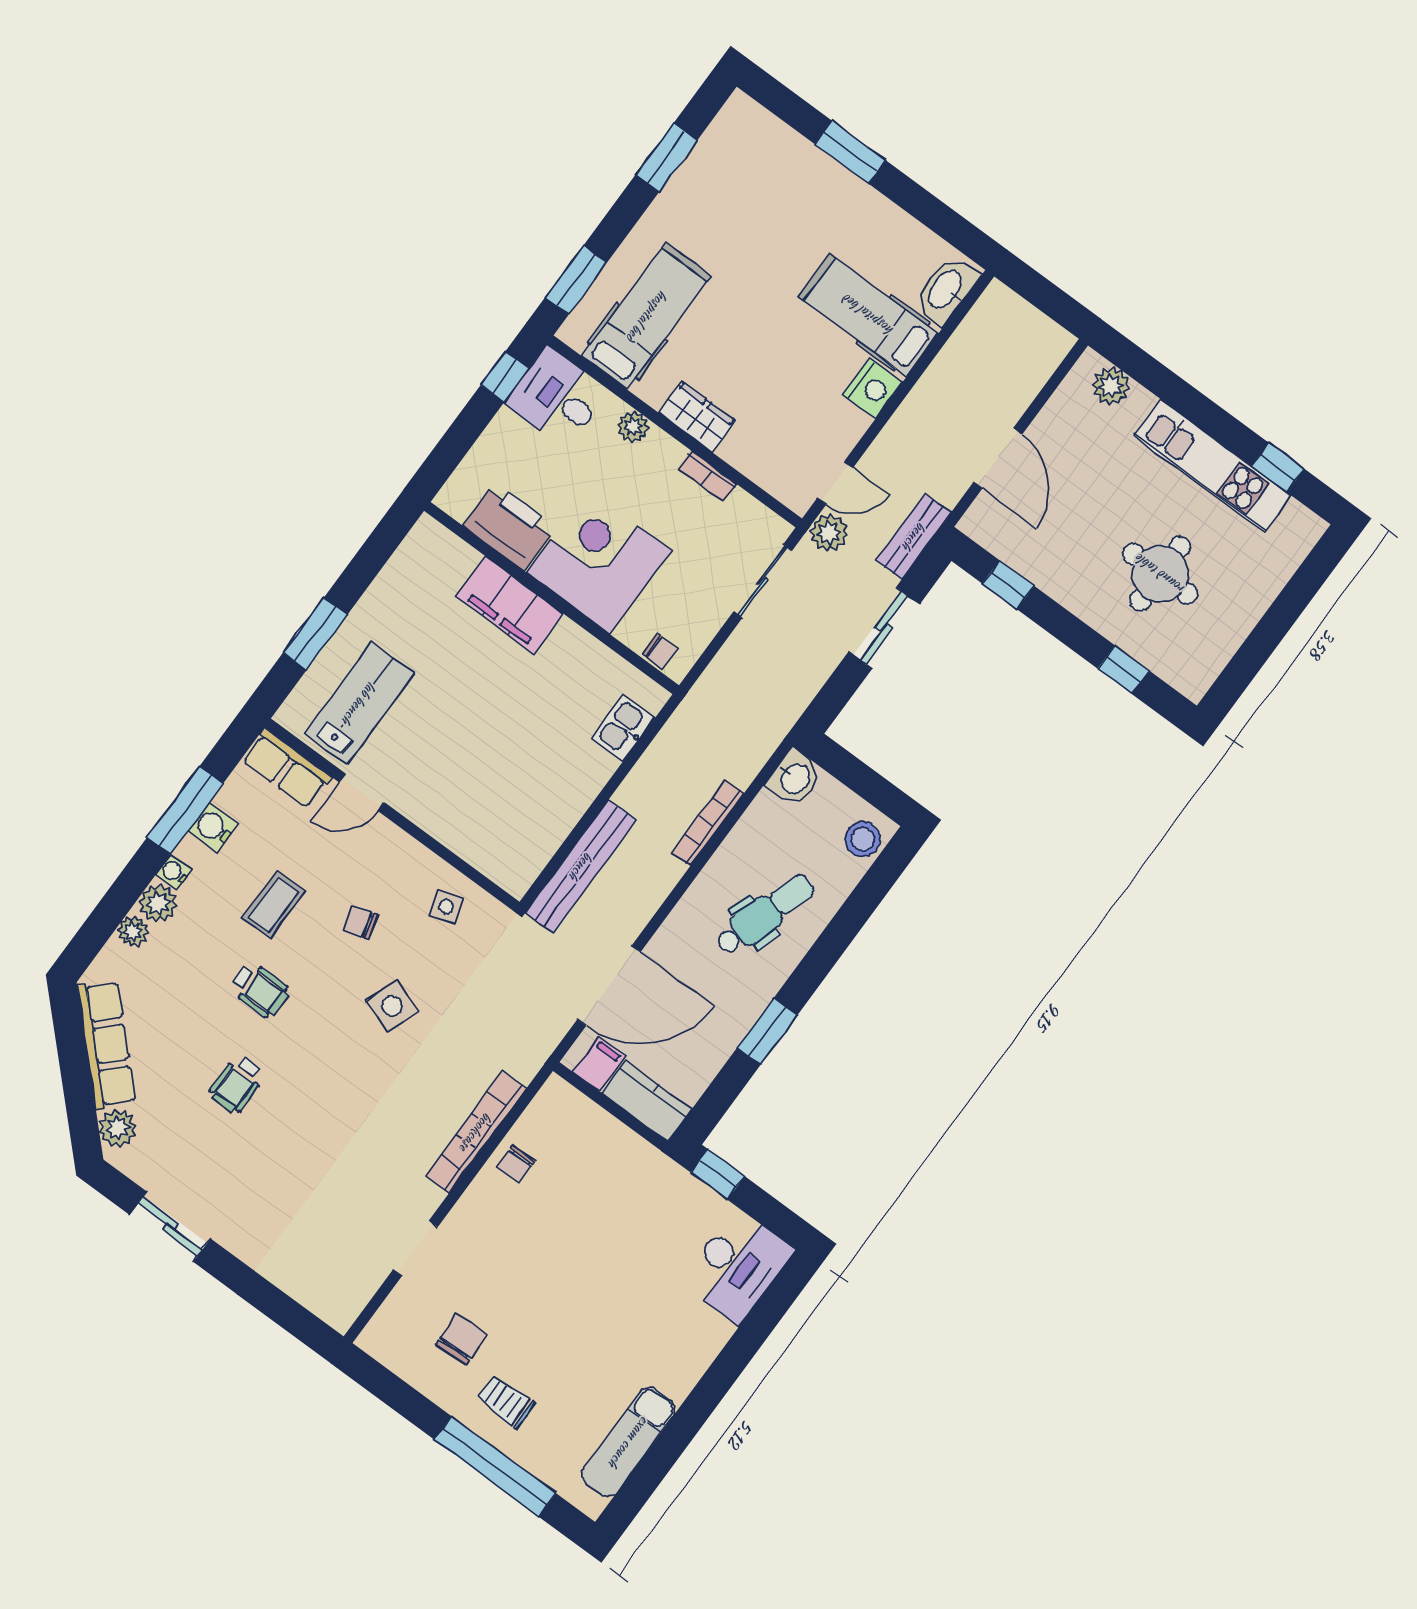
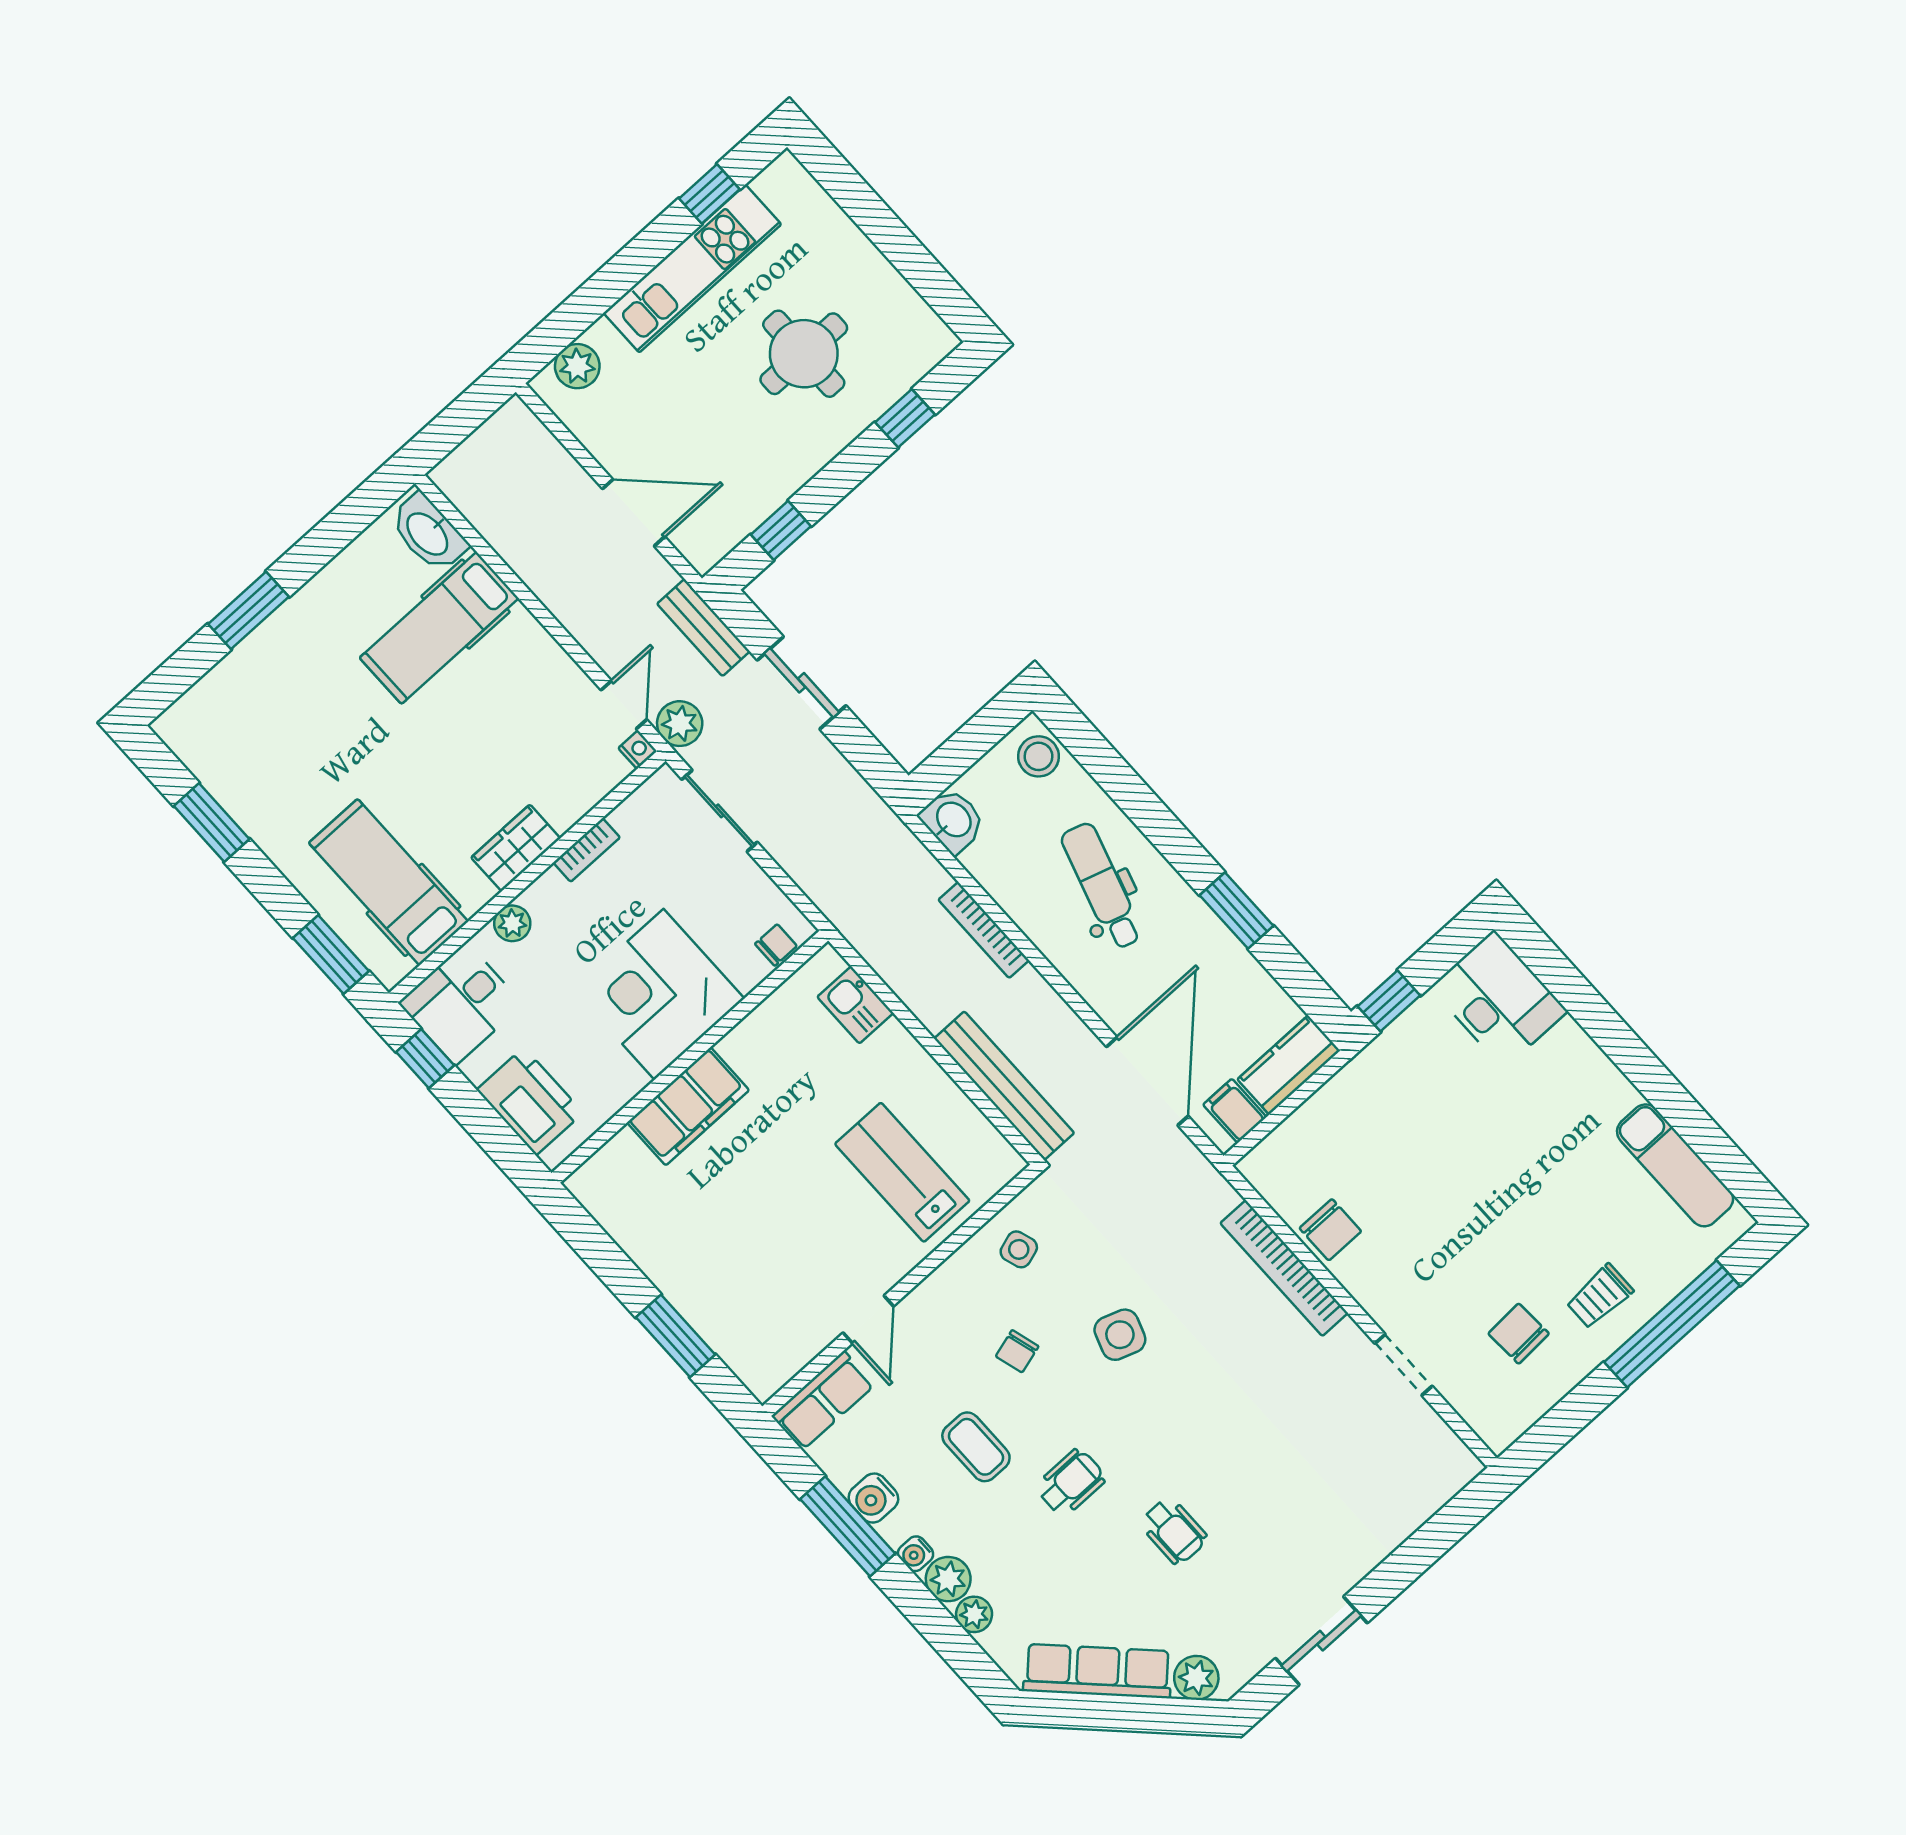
nightstand: (873, 388) -> (638, 750), moved, width x0.53, depth x0.56
printer: (509, 526) -> (530, 1101), moved, turned 90
lab bench: (359, 703) -> (902, 1172), moved
chair: (516, 1164) -> (1330, 1230), width x1.37, depth x1.37

